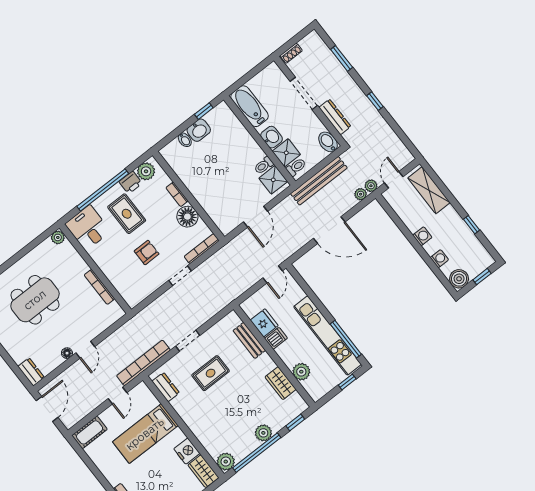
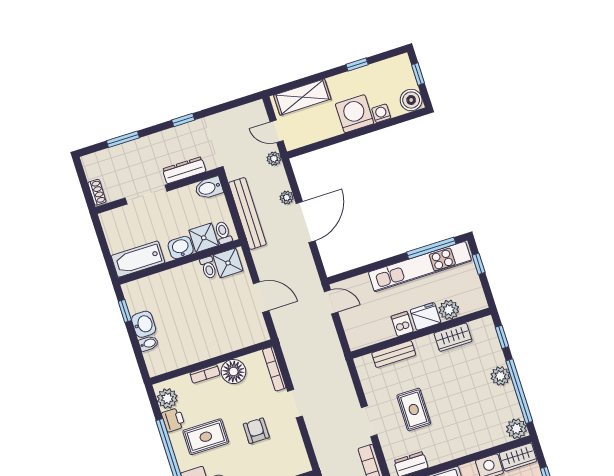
plant: (361, 194) -> (287, 198), moved
washing machine: (422, 236) -> (355, 114), width x1.89, depth x1.89
fridge: (264, 323) -> (425, 316), moved

